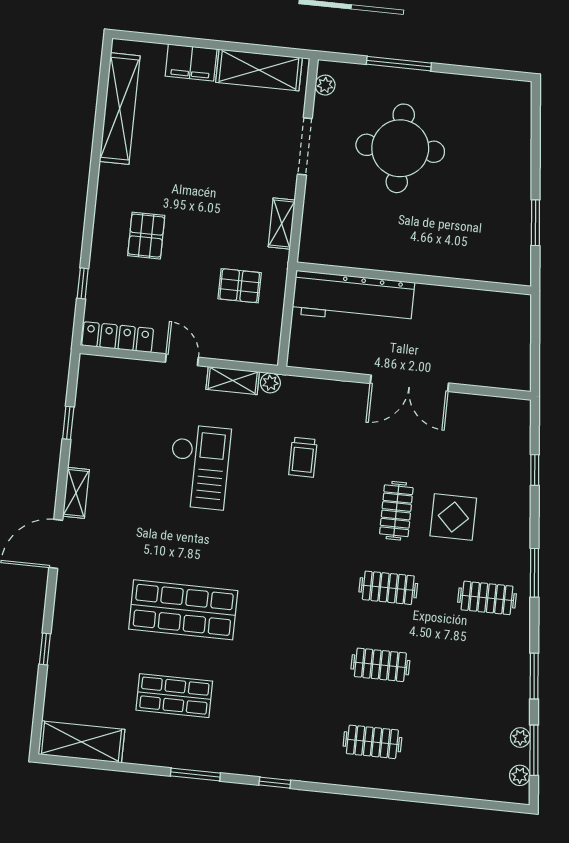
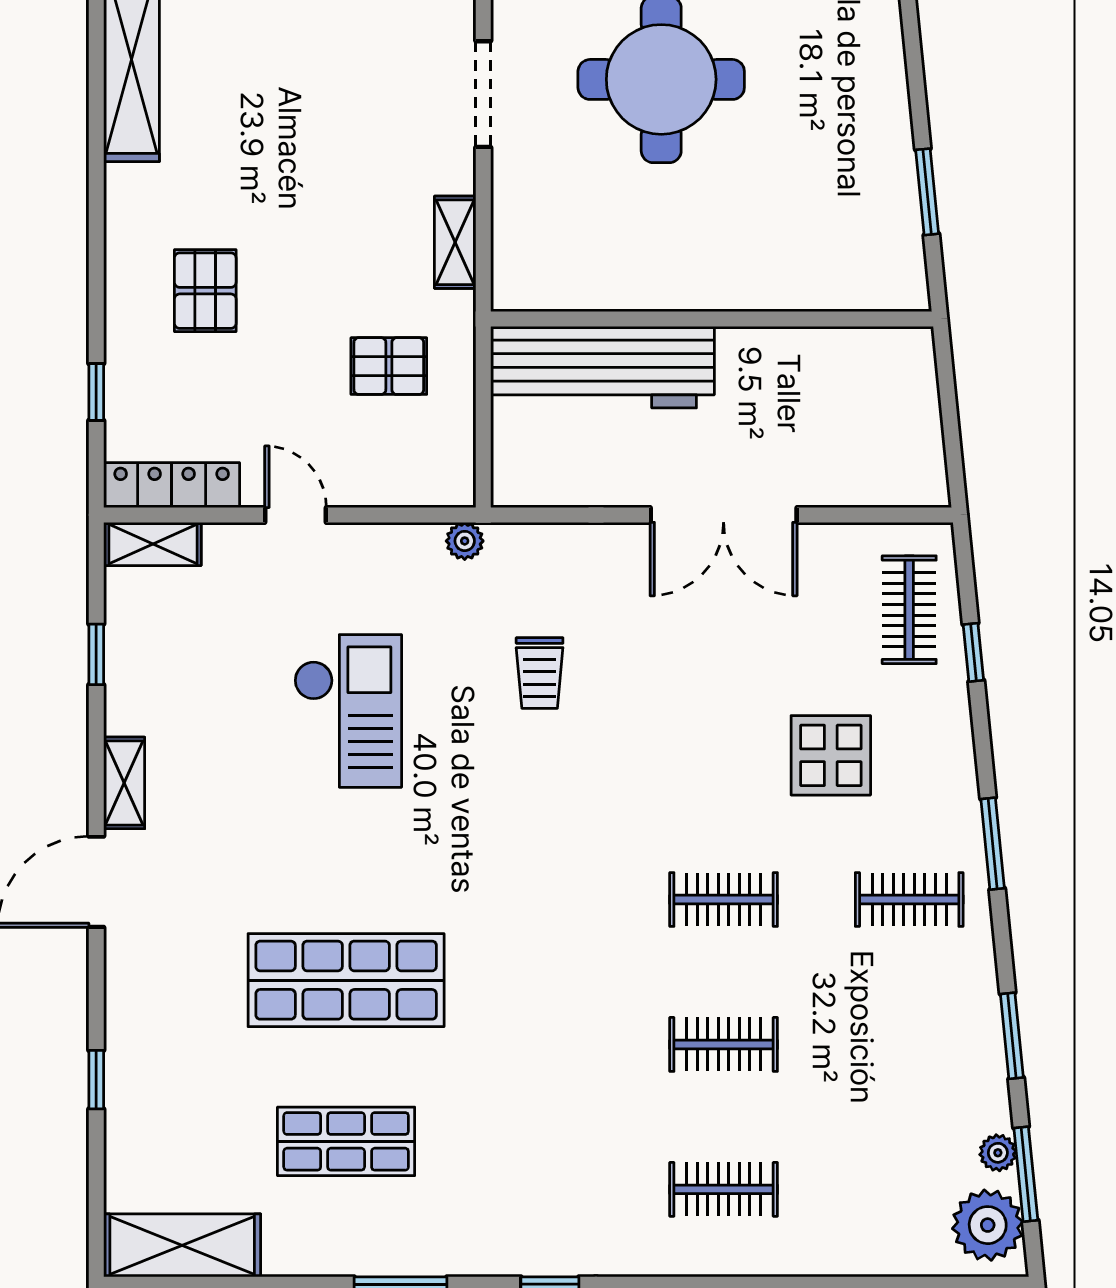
shelving: (233, 381) -> (153, 544), moved
clothes rail: (396, 511) -> (909, 610), moved
plant: (520, 775) -> (988, 1225), width x1.87, depth x1.87

